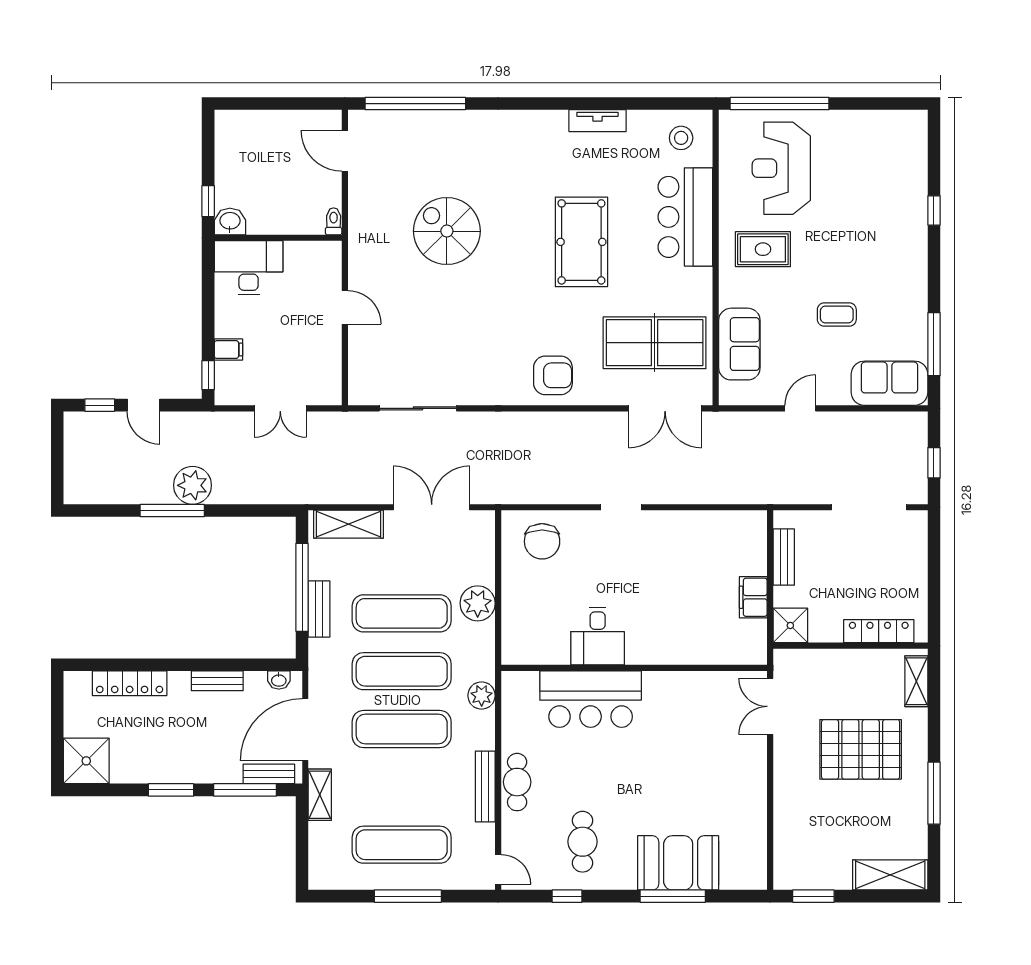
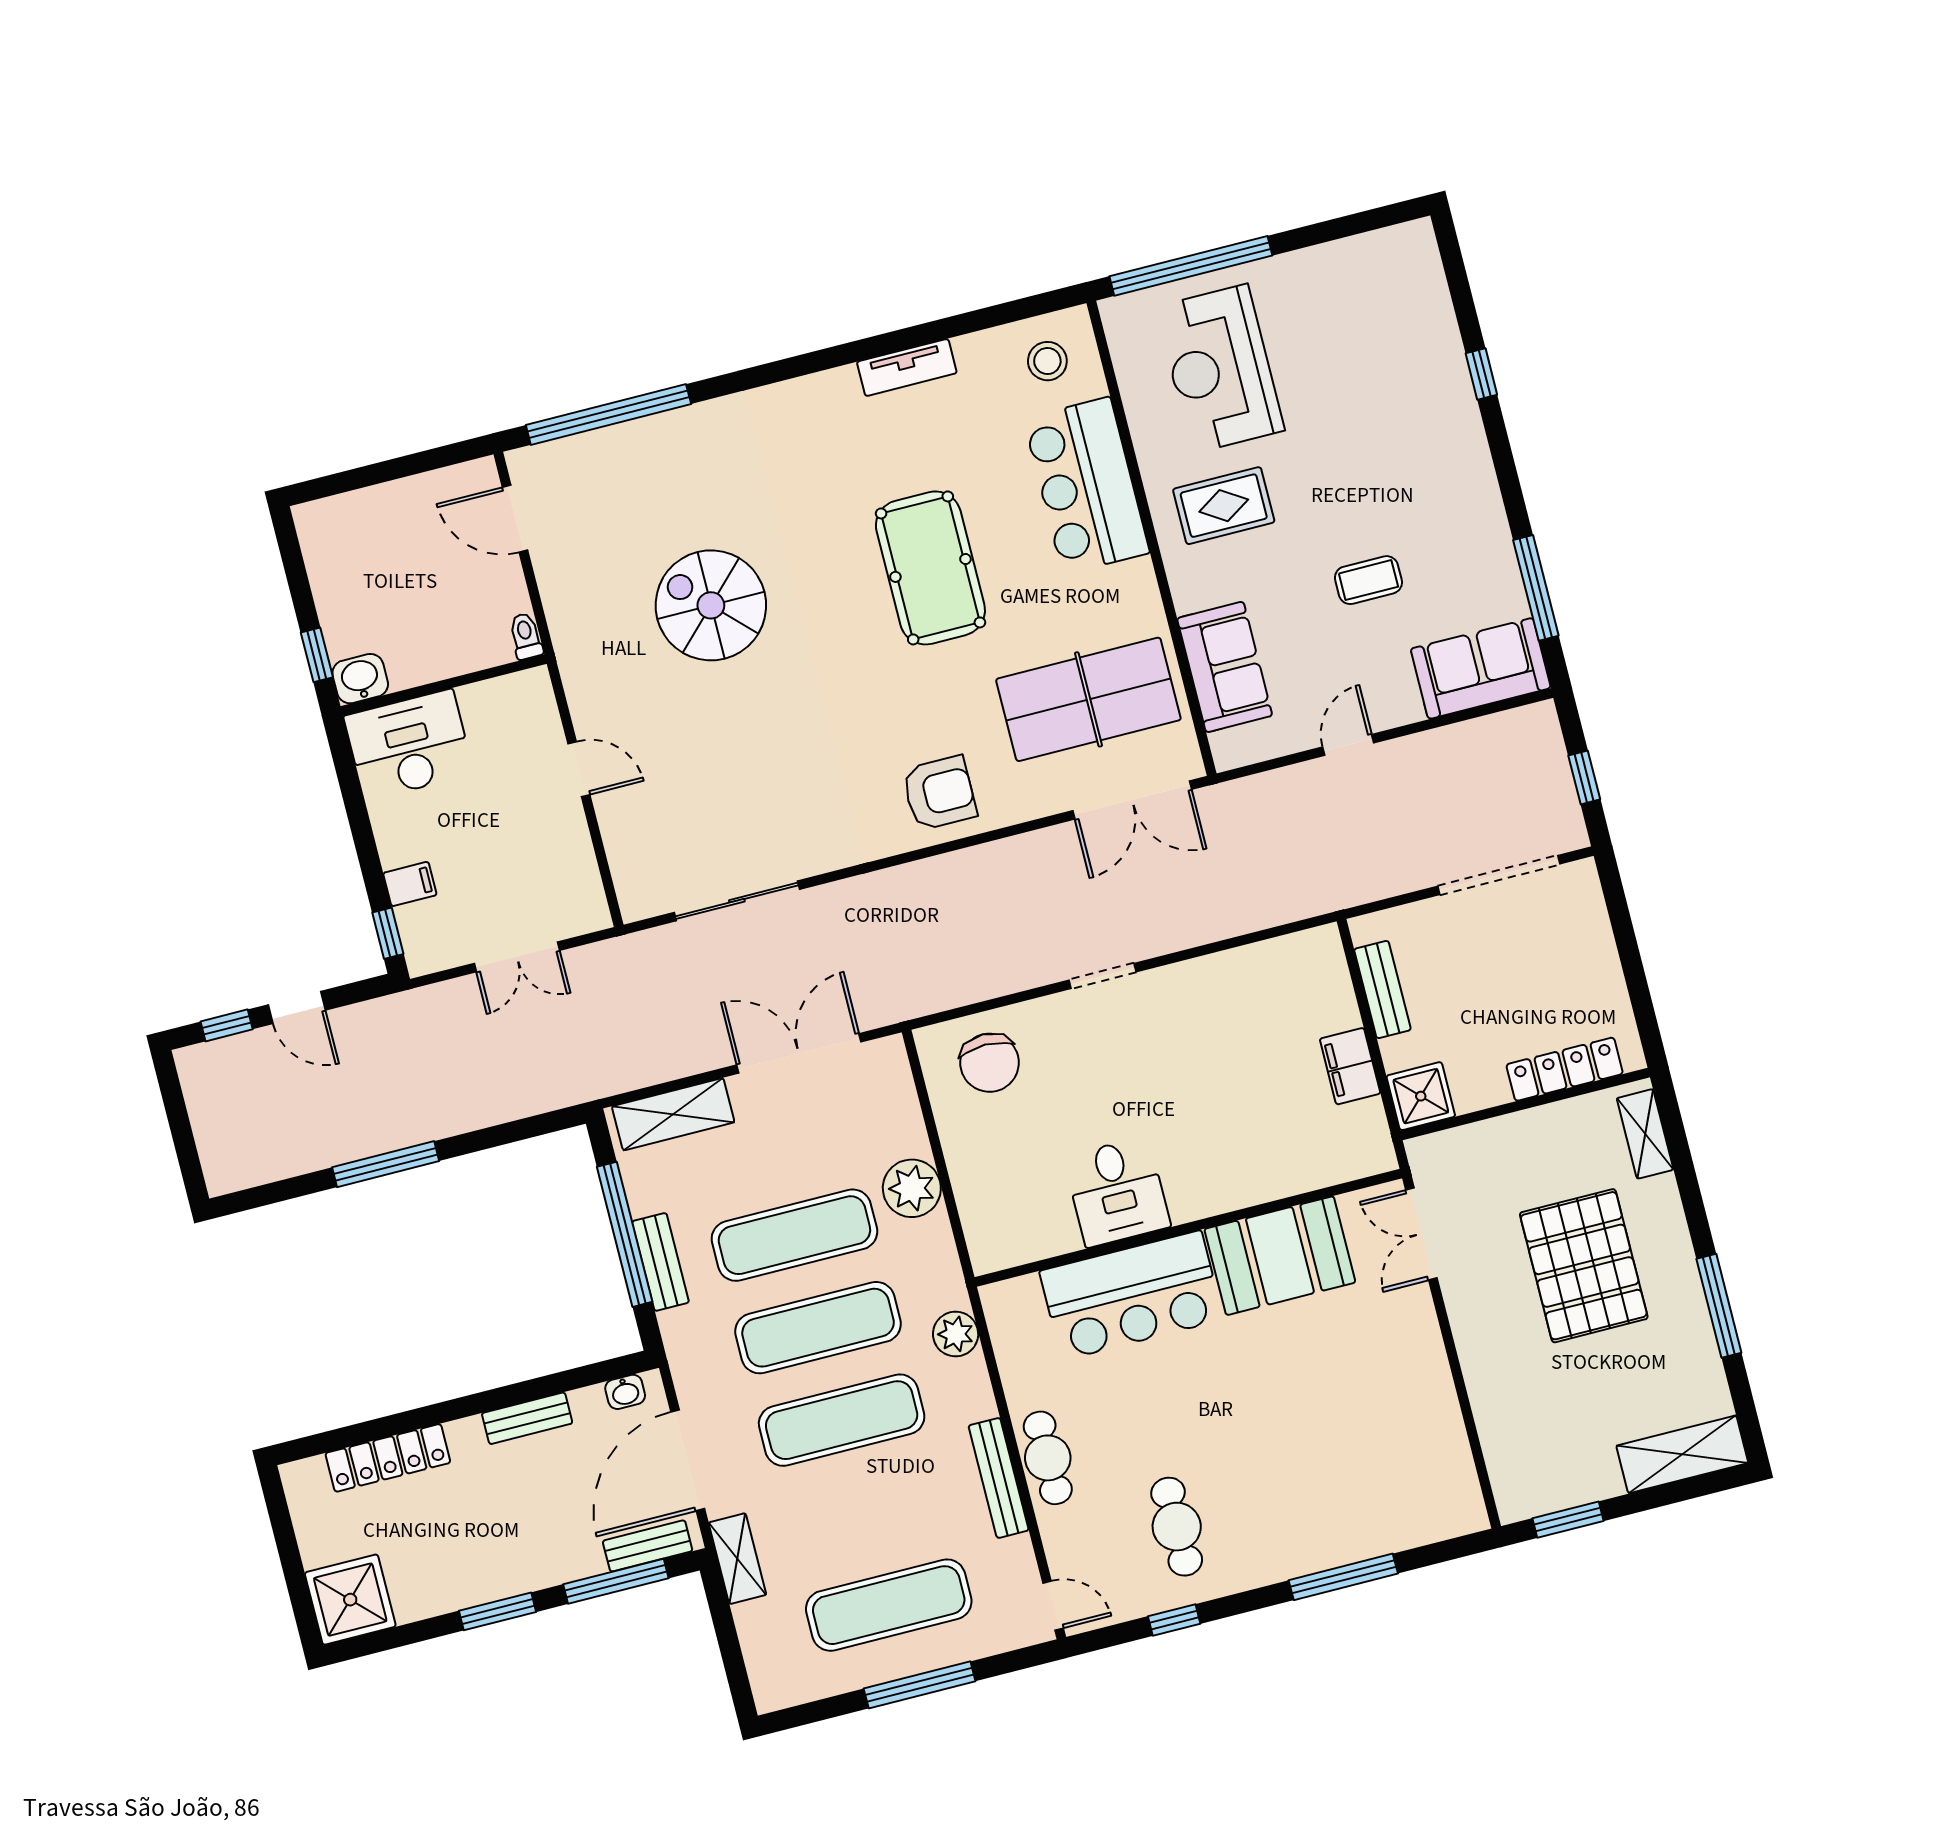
plant: (192, 485) -> (408, 1116), removed
pallet: (861, 749) -> (1584, 1266), turned 90
booth: (678, 863) -> (1280, 1256), moved

